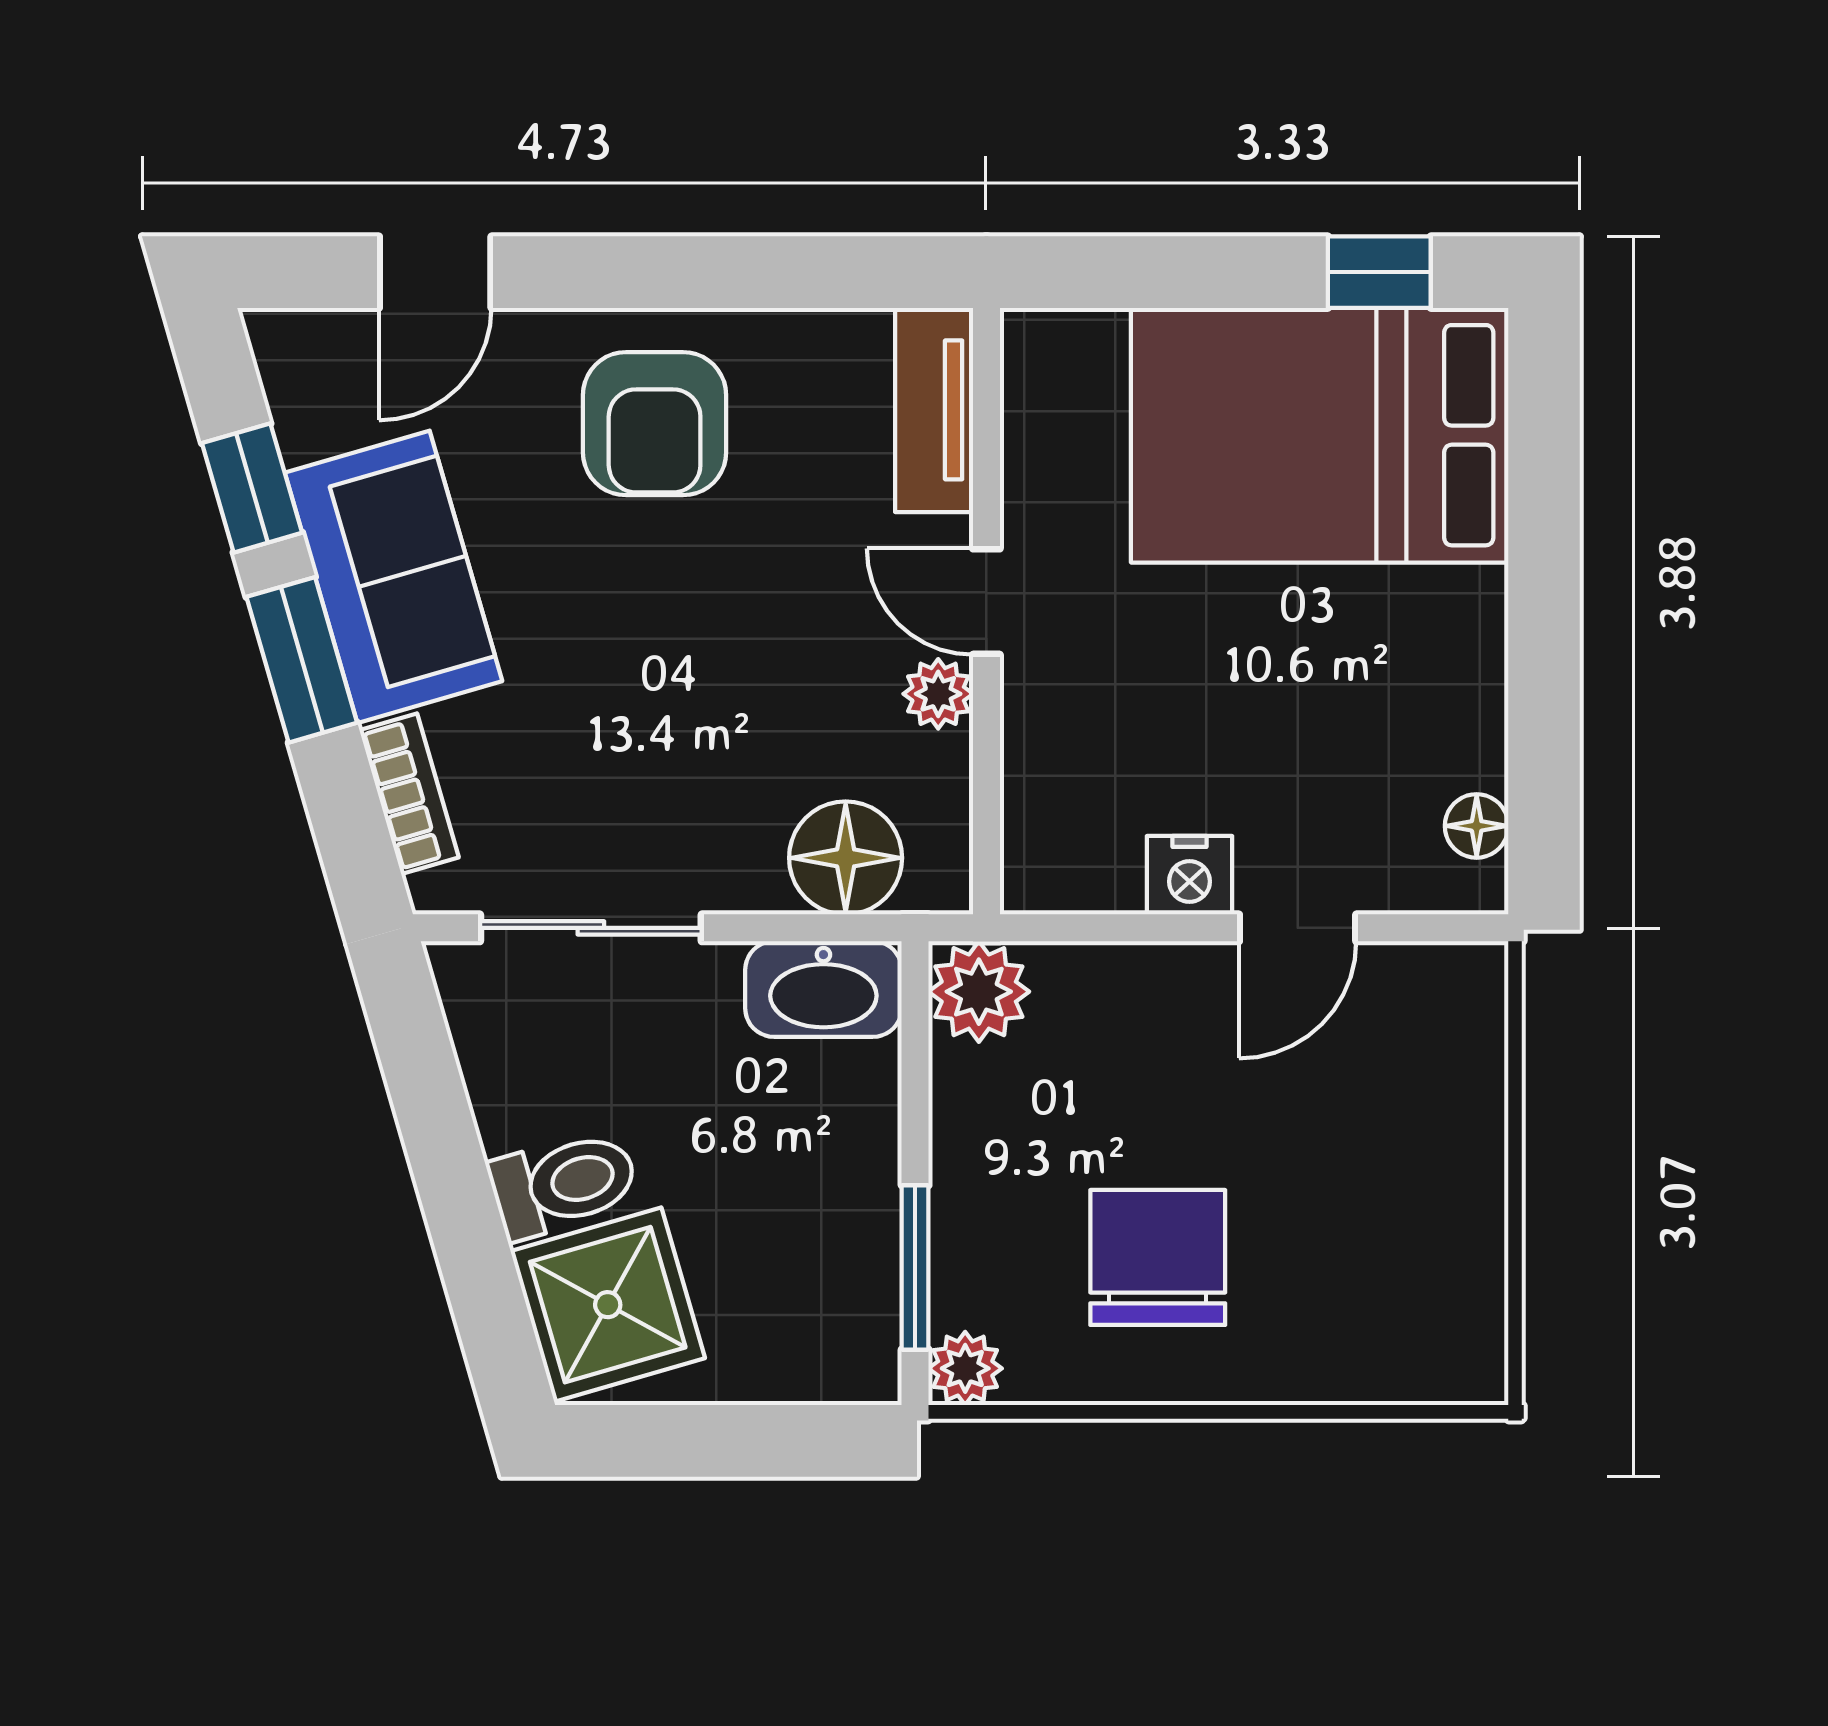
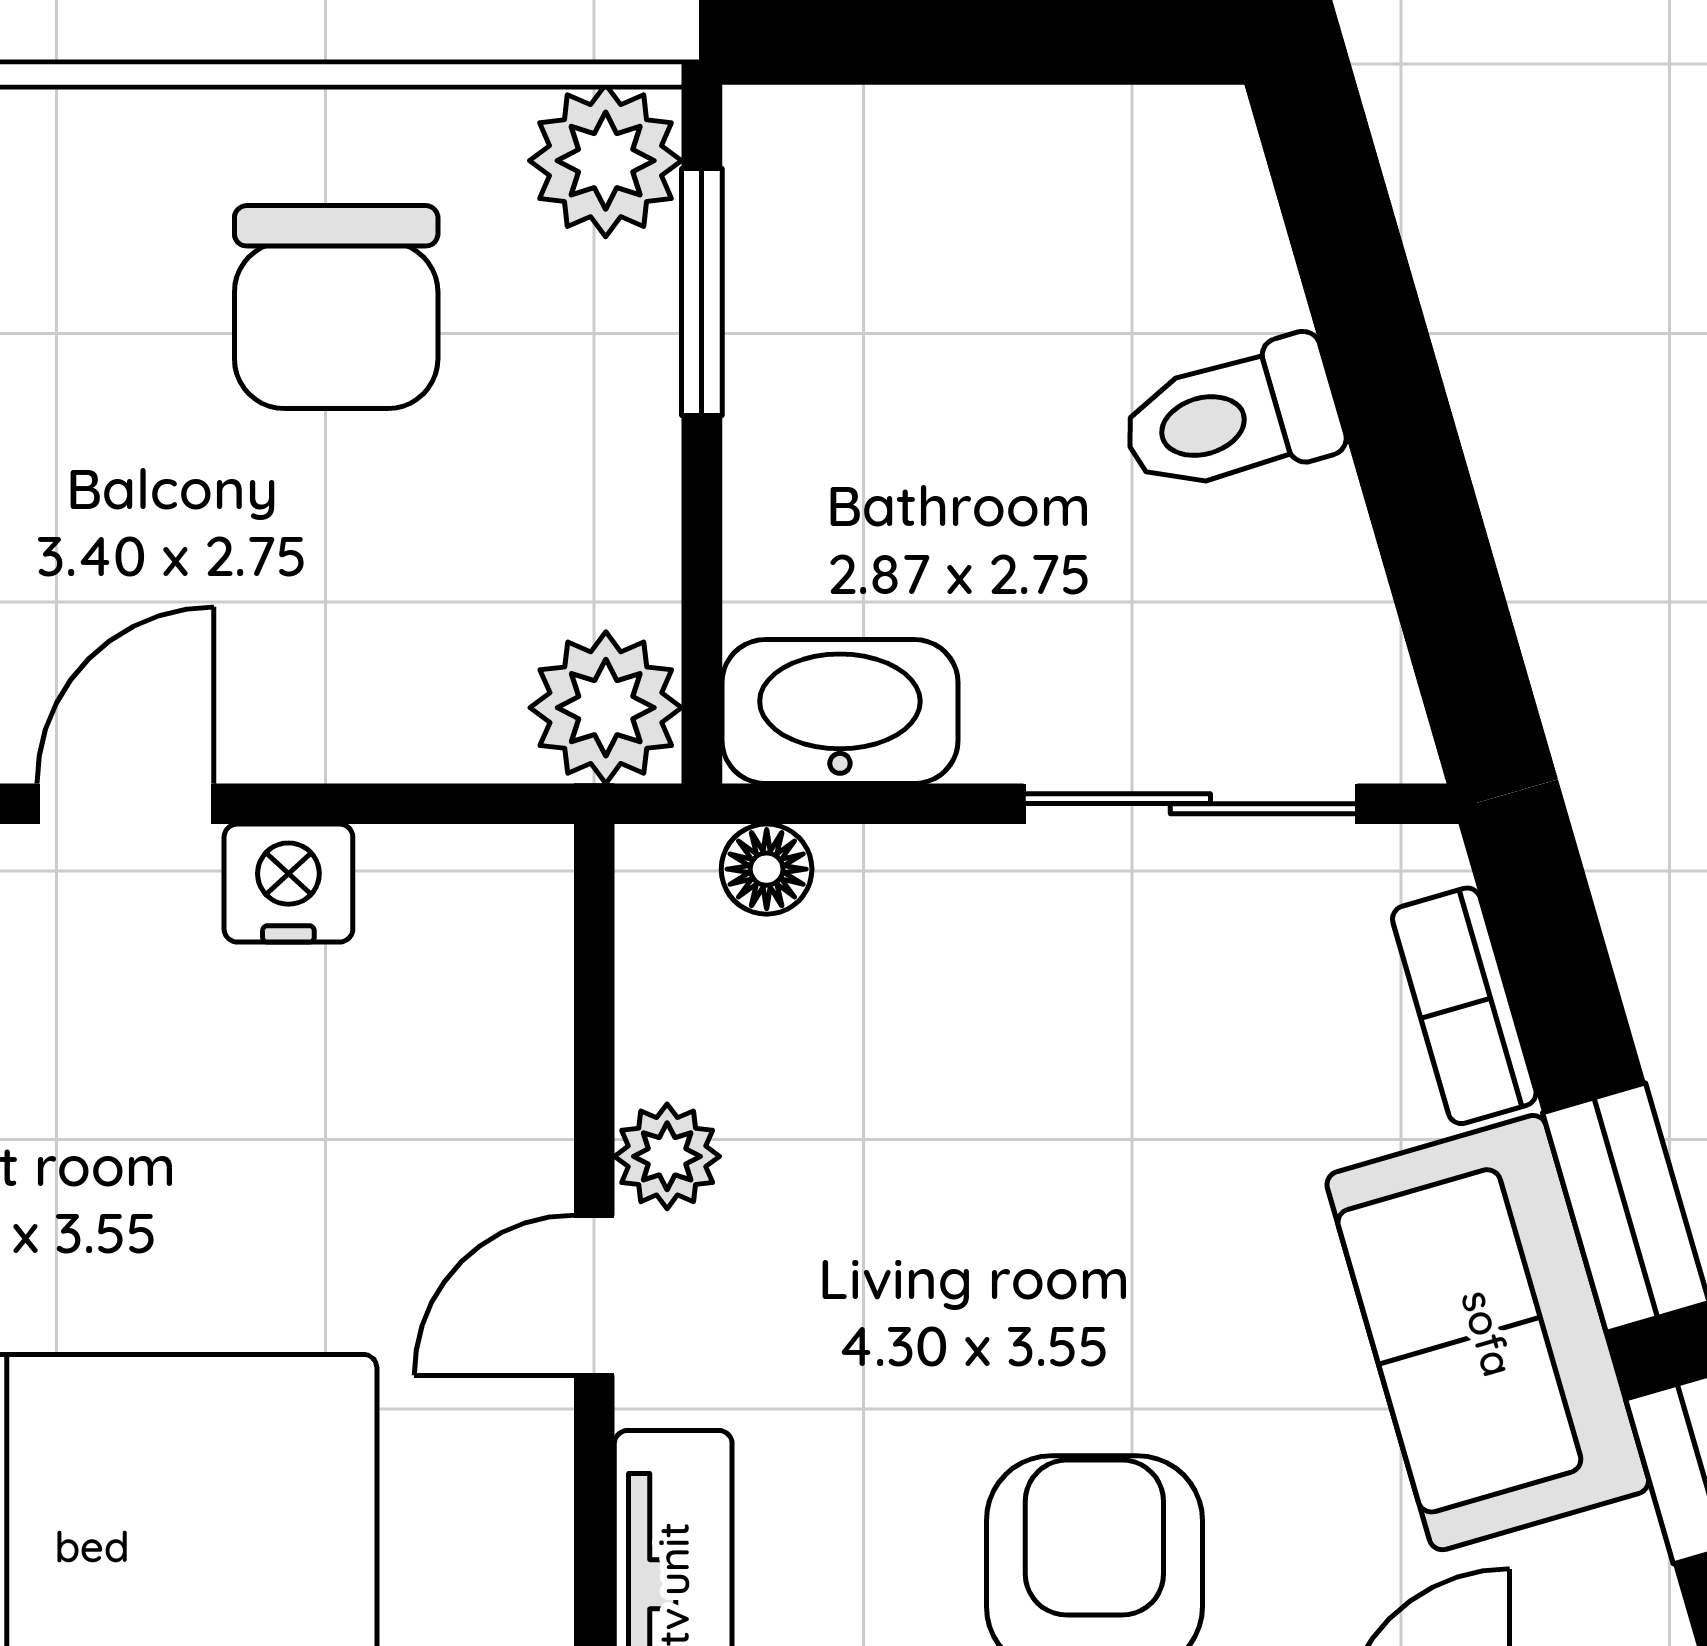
door: (986, 602) -> (594, 1295), swing flipped
floor lamp: (846, 858) -> (767, 869), width x0.53, depth x0.53
shower: (608, 1305) -> (1165, 236), removed
plant: (965, 1368) -> (606, 161), width x1.38, depth x1.38

